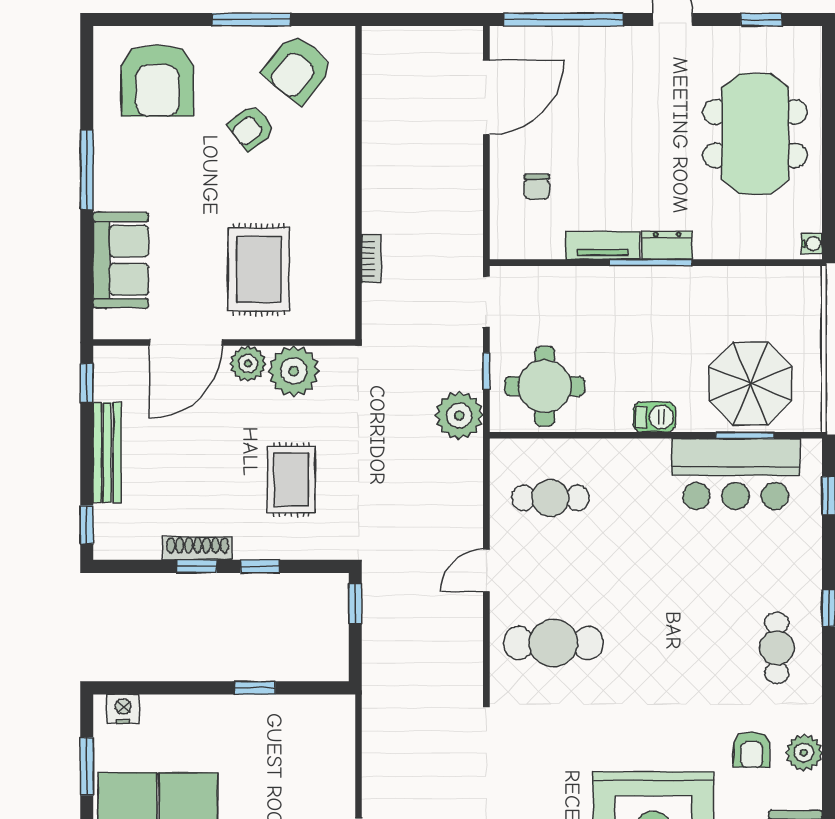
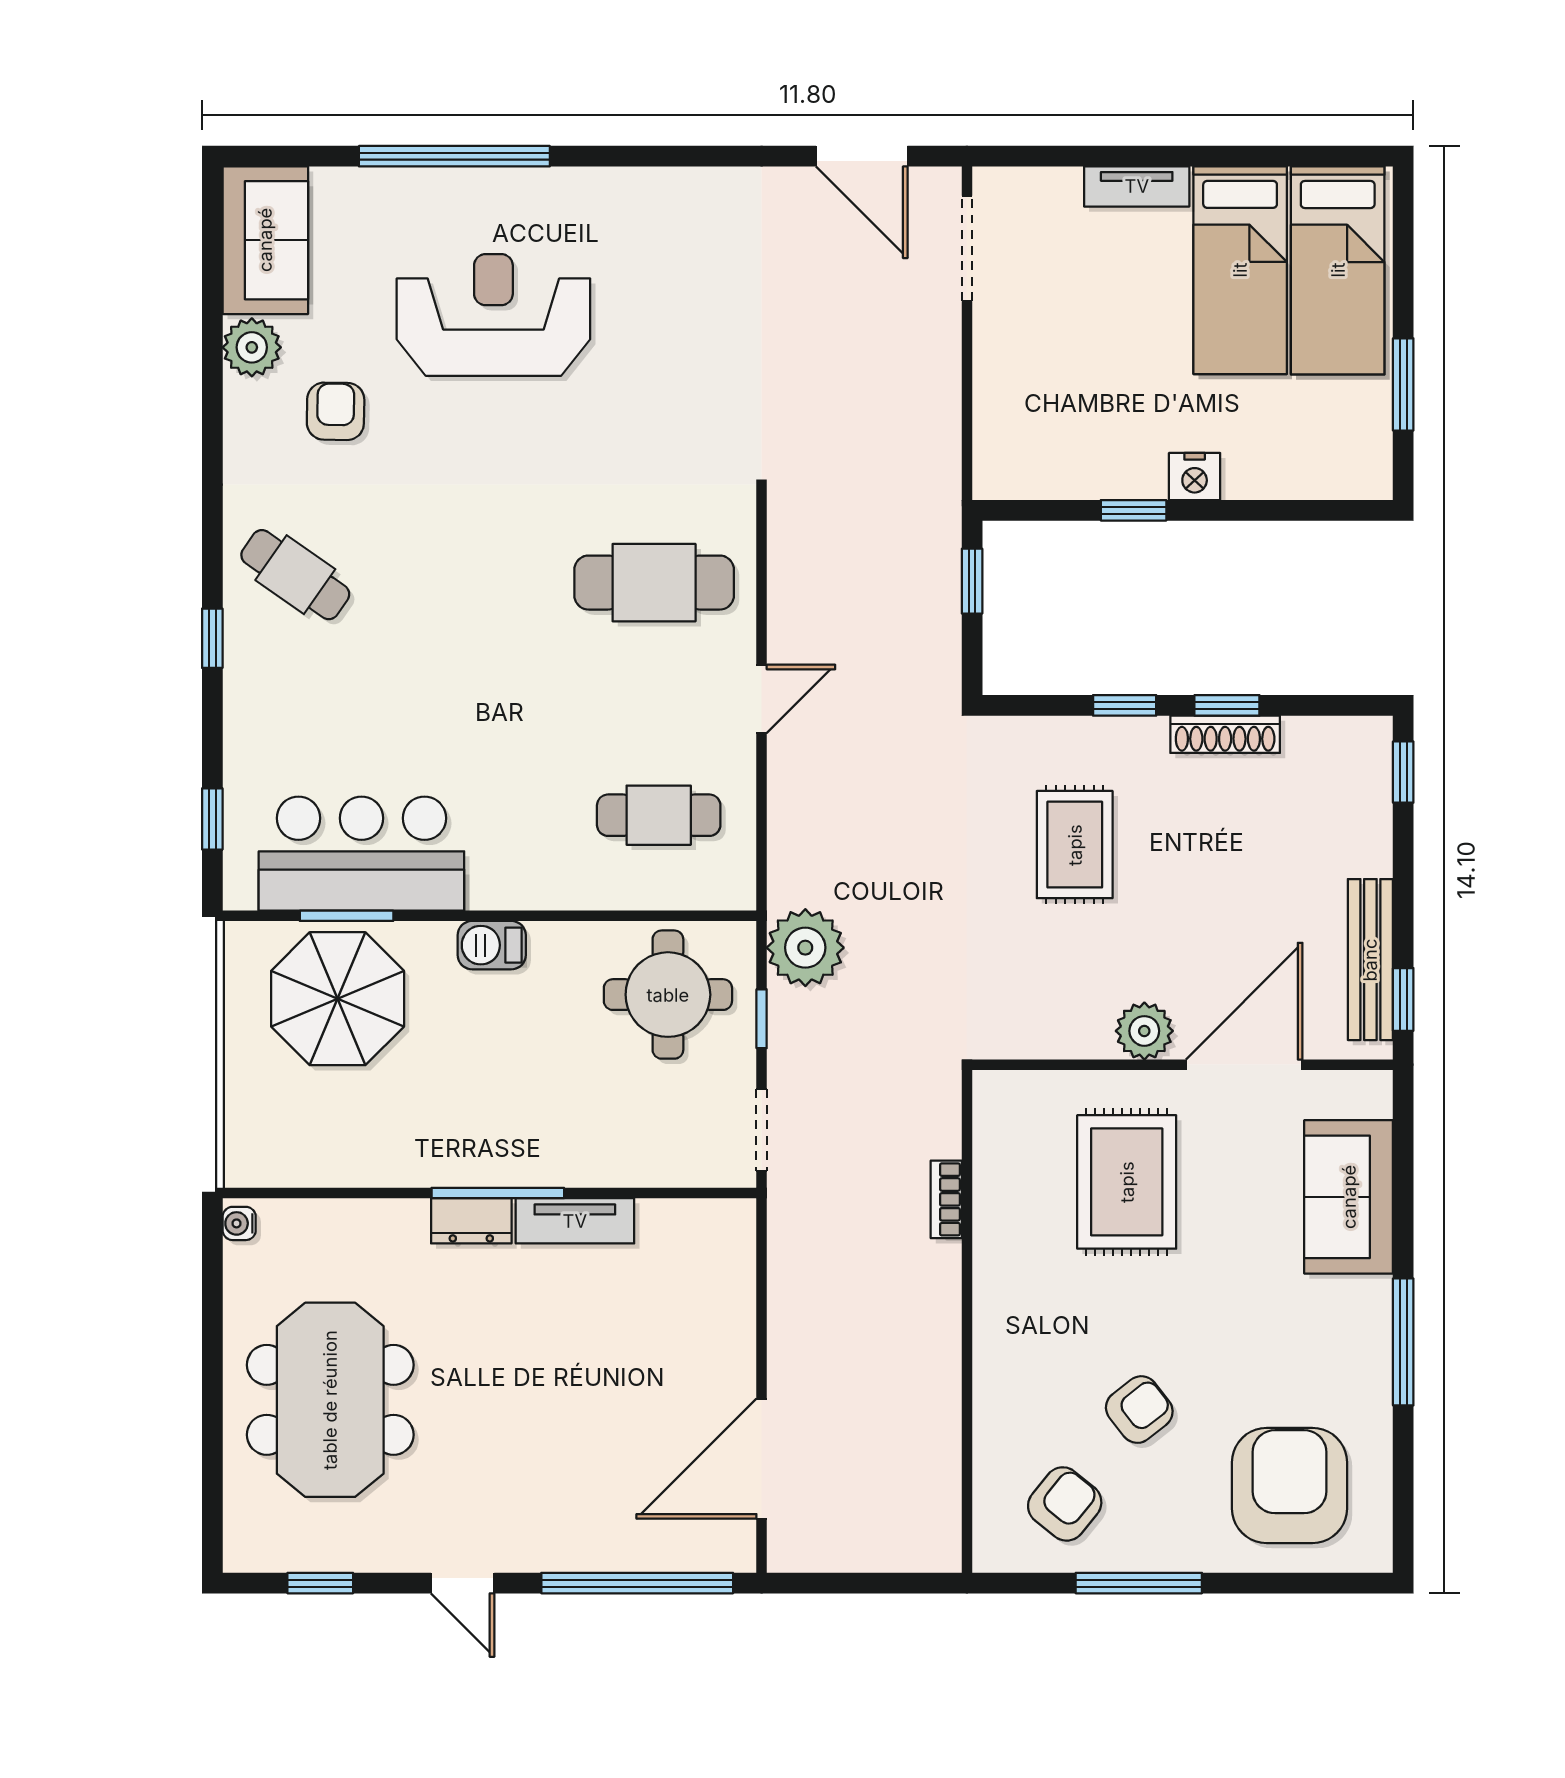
armchair: (298, 69) -> (1065, 1504), width x0.72, depth x0.72
chair: (537, 187) -> (681, 1315), removed
plant: (294, 371) -> (1071, 1019), removed
bench: (107, 453) -> (1370, 960), moved
window: (355, 603) -> (972, 581), moved
cafe table: (777, 648) -> (295, 575), turned -55
nightstand: (123, 709) -> (1195, 477), moved
plant: (804, 753) -> (252, 347), moved

